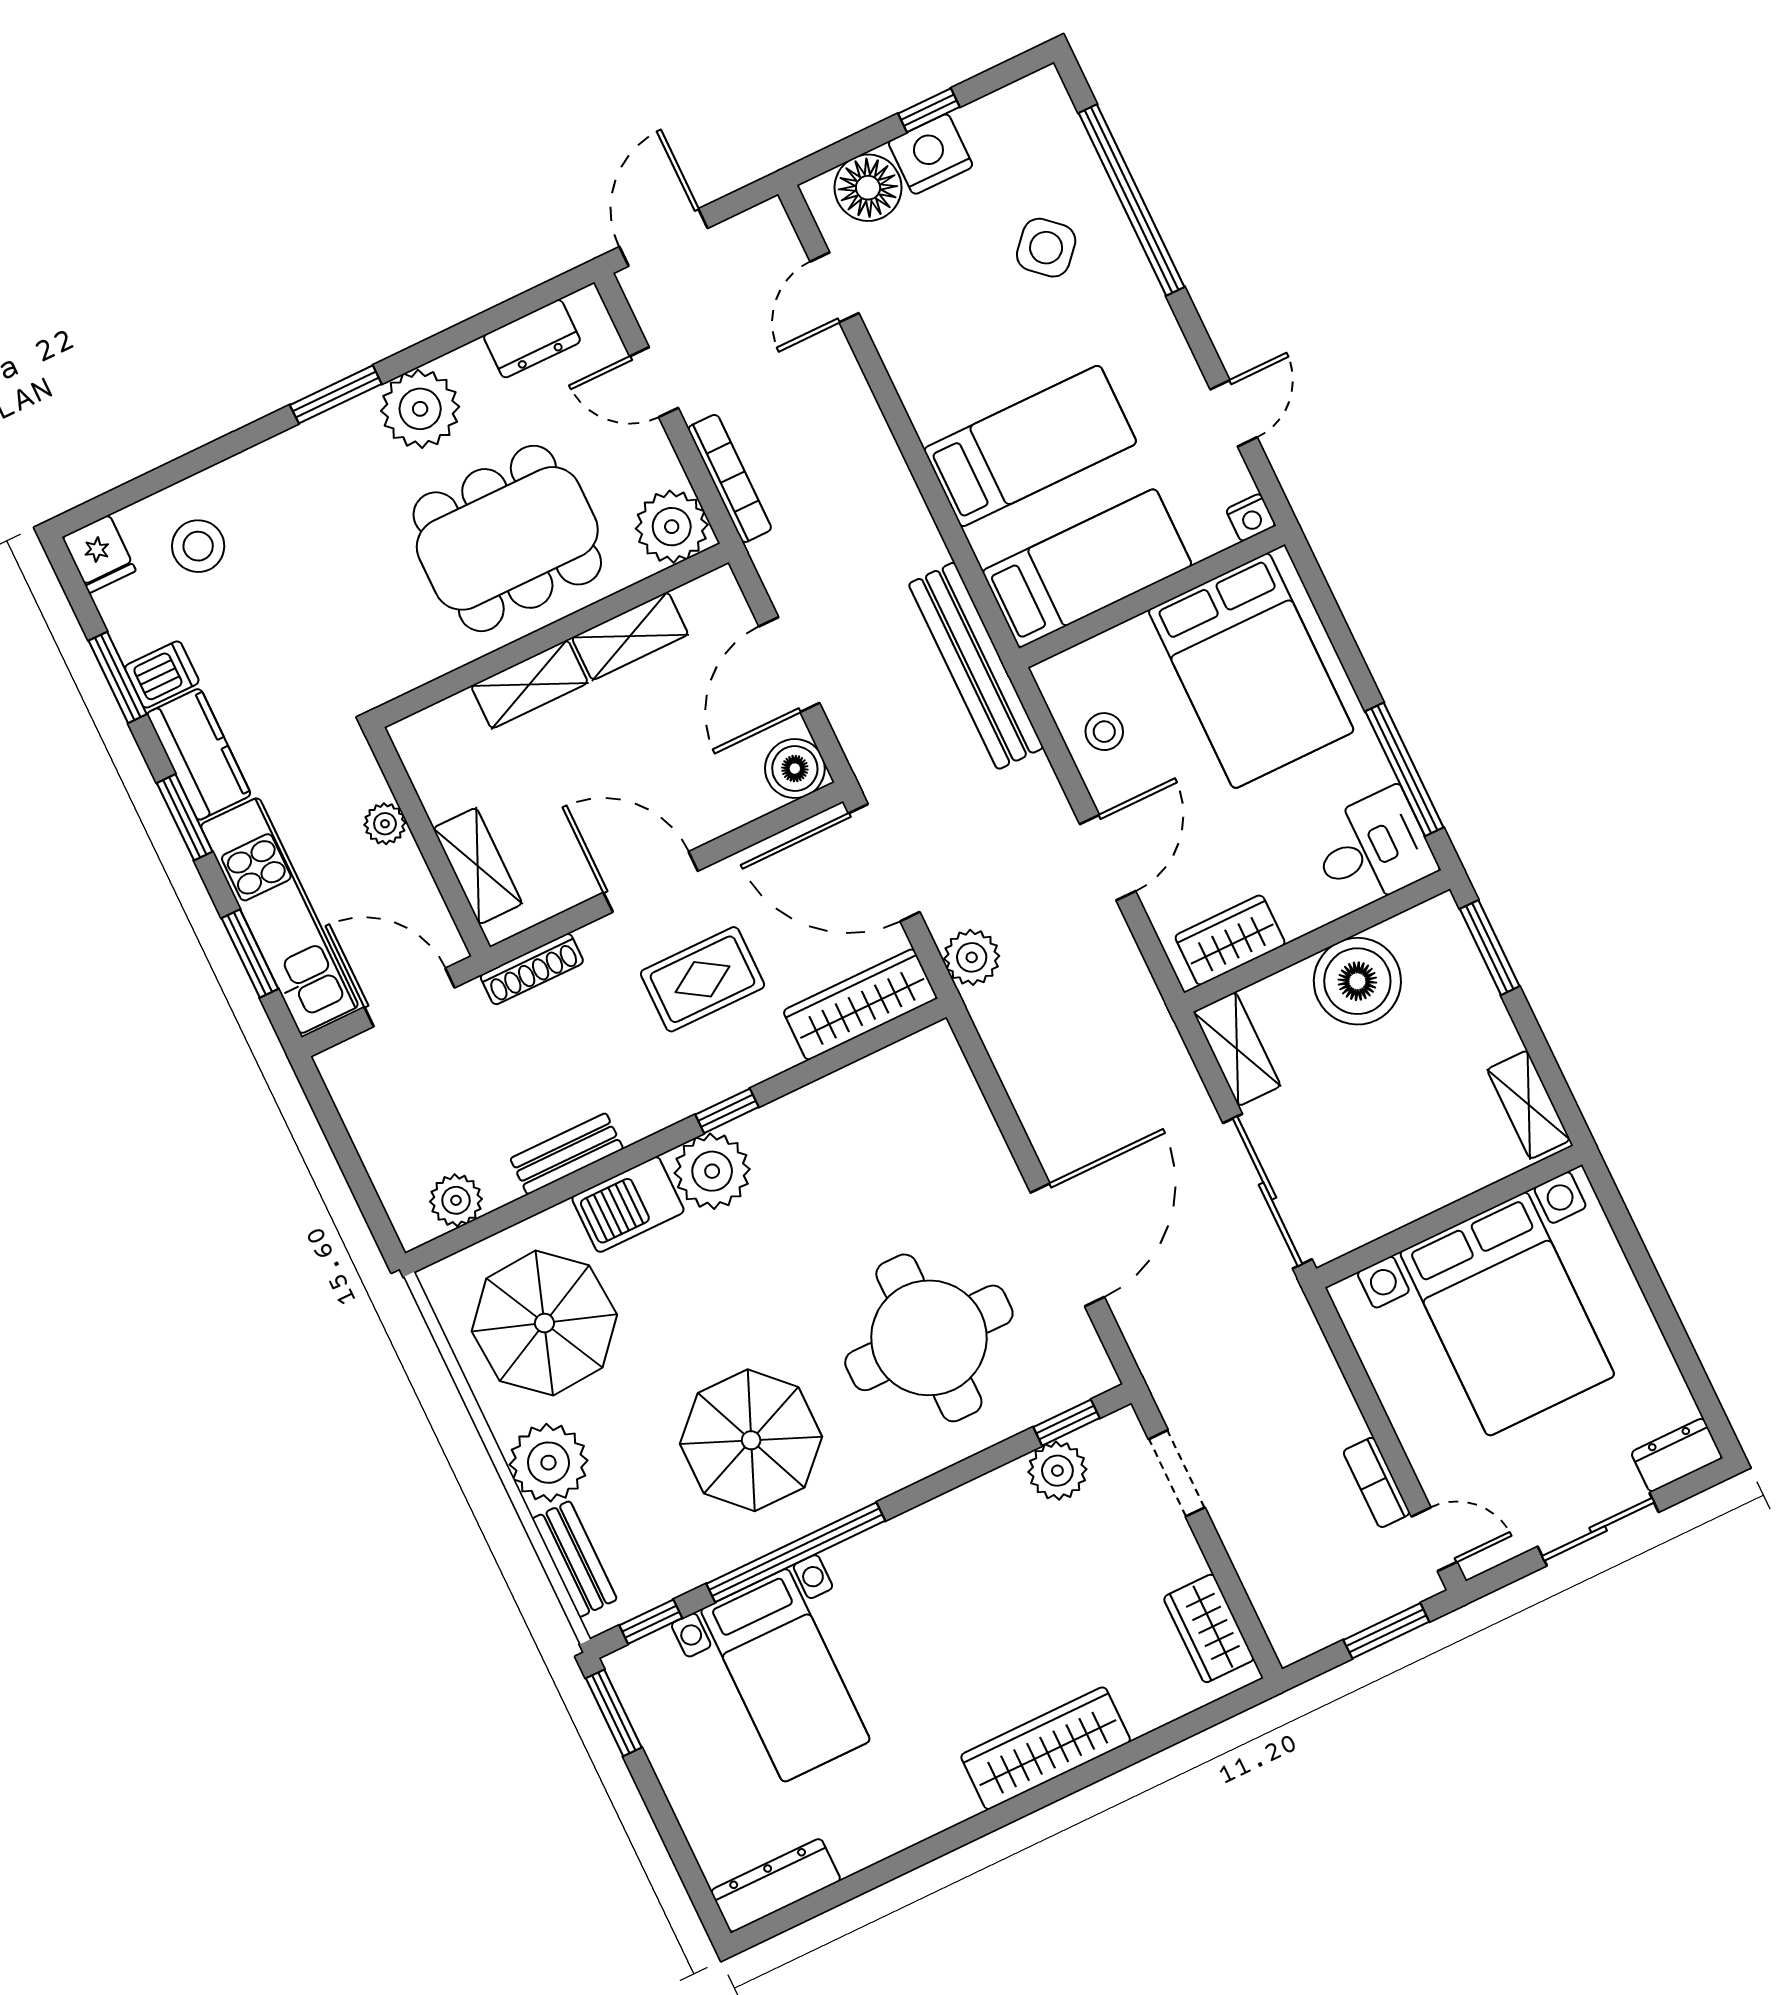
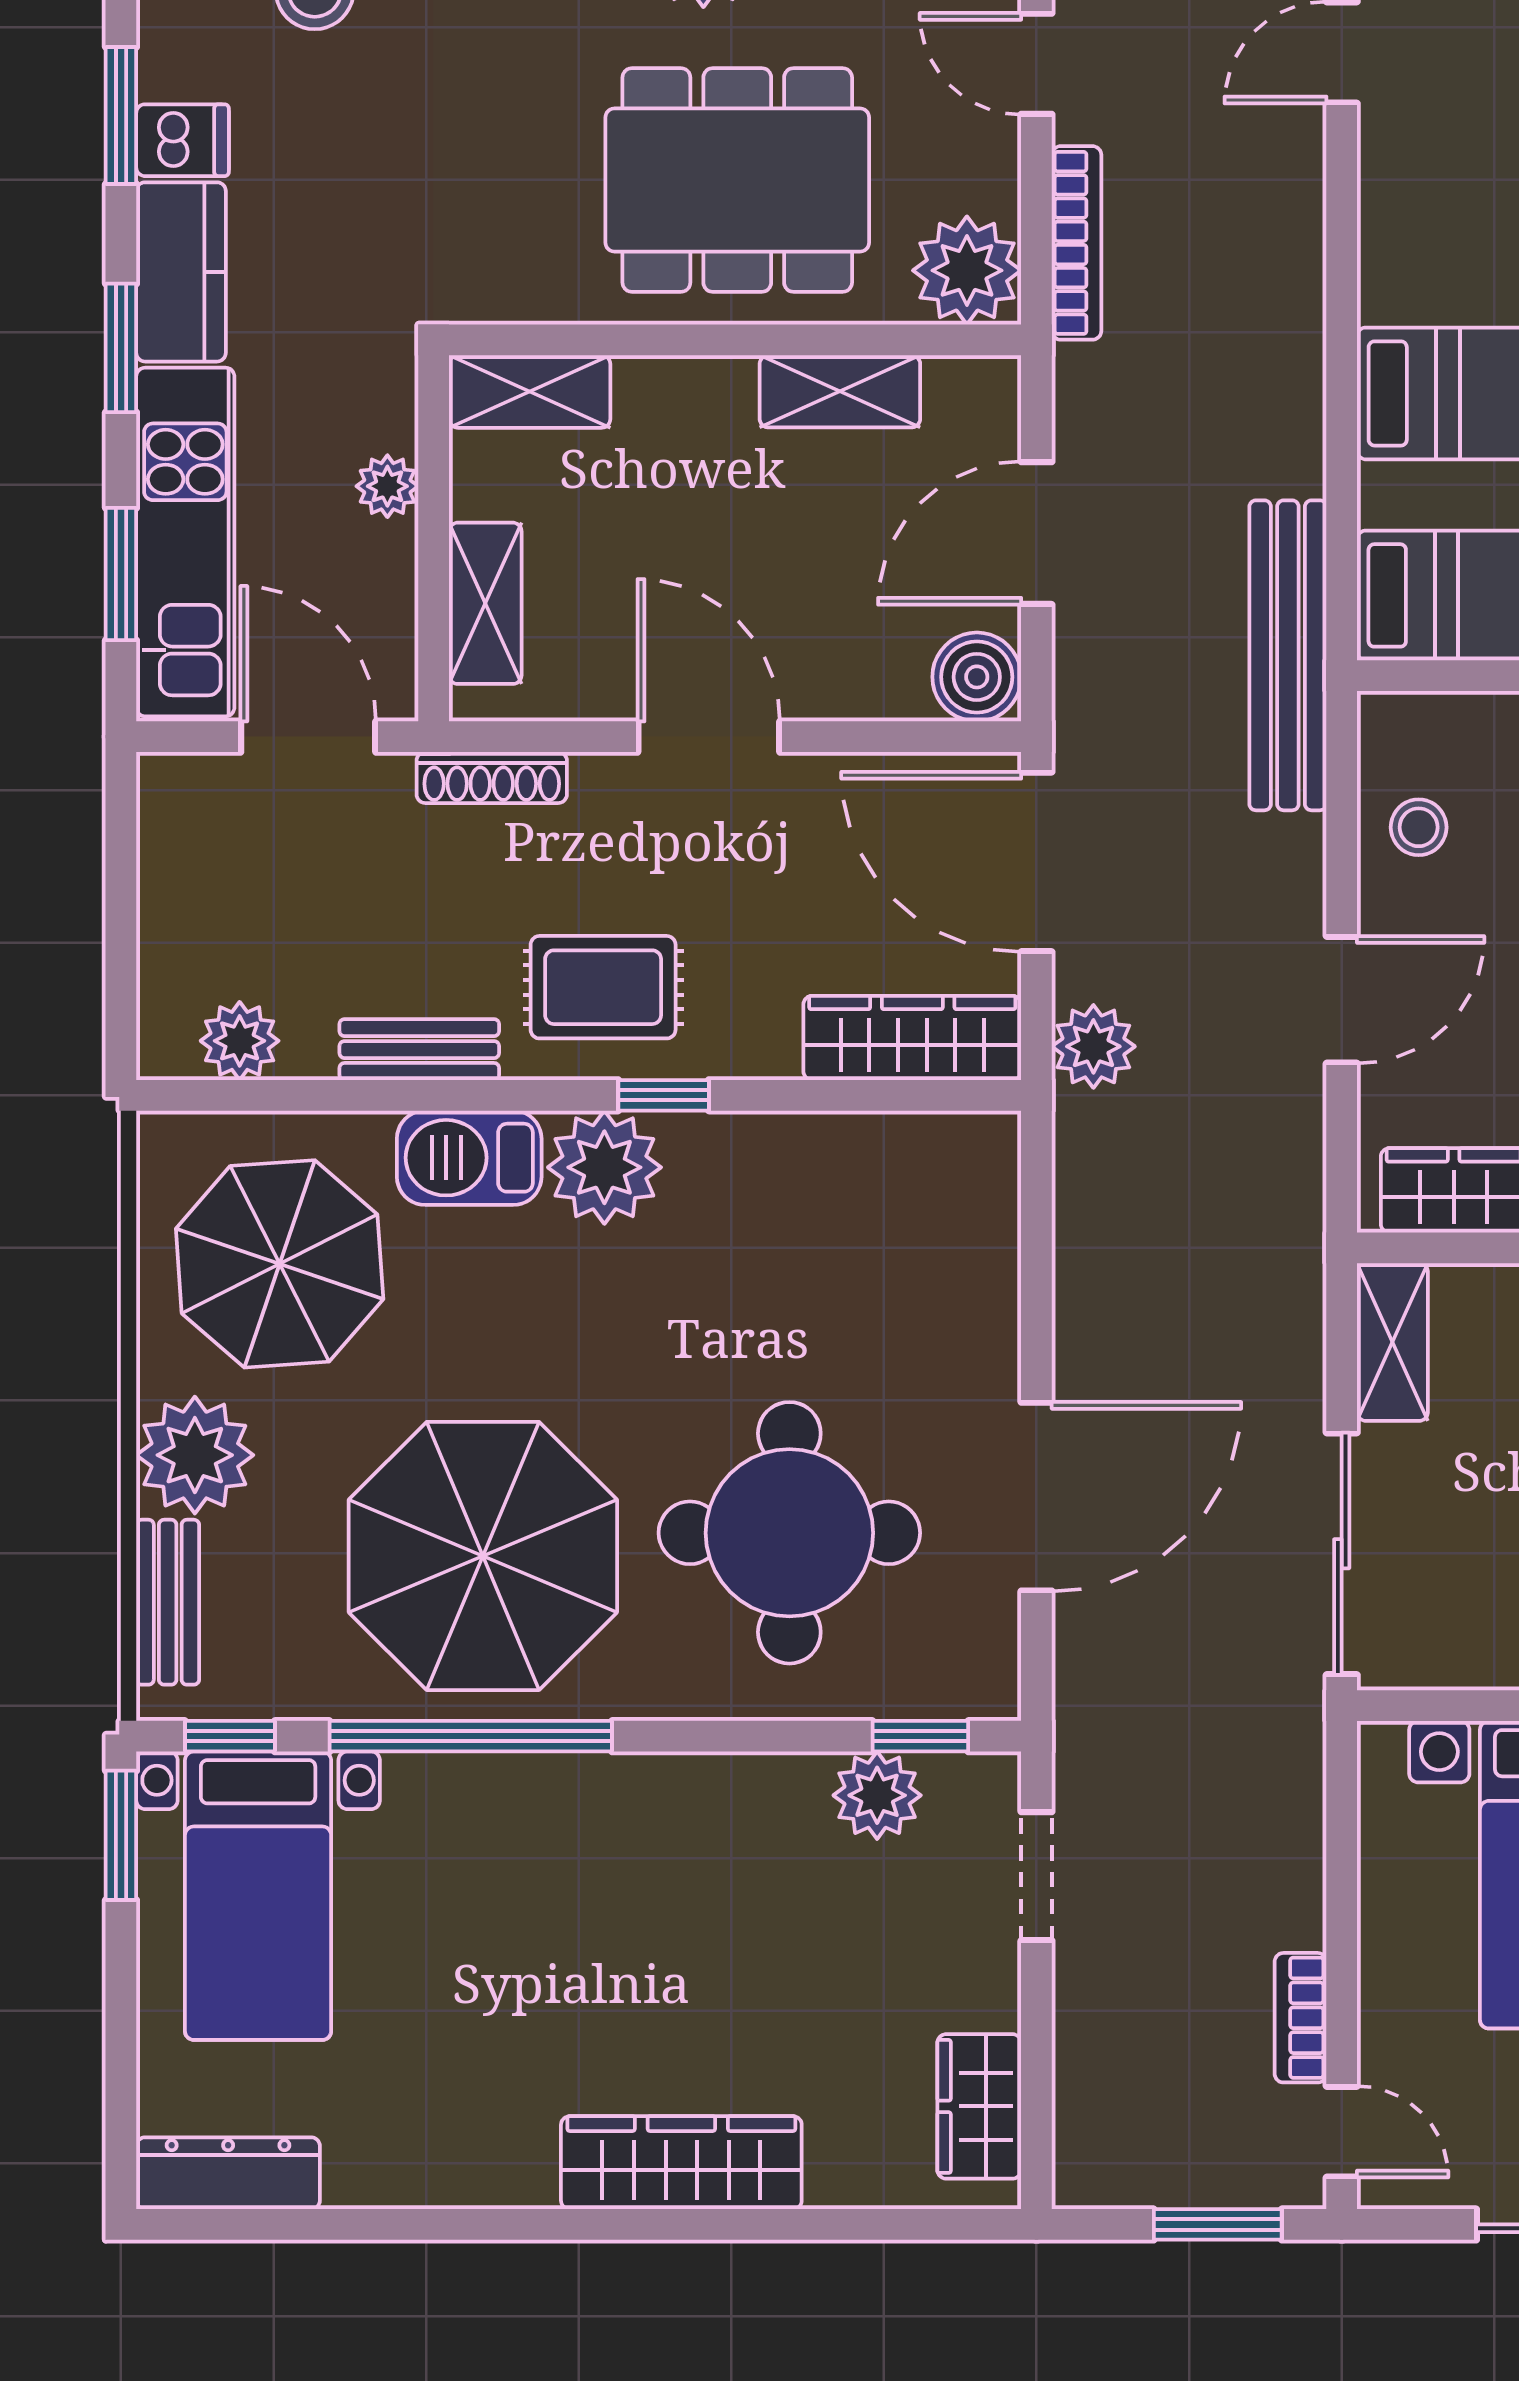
shelving: (529, 684) -> (530, 391), moved
rug: (703, 979) -> (603, 987), moved
parasol: (751, 1440) -> (483, 1556), width x1.36, depth x1.36
bed with nightstands: (785, 1675) -> (258, 1896), moved

